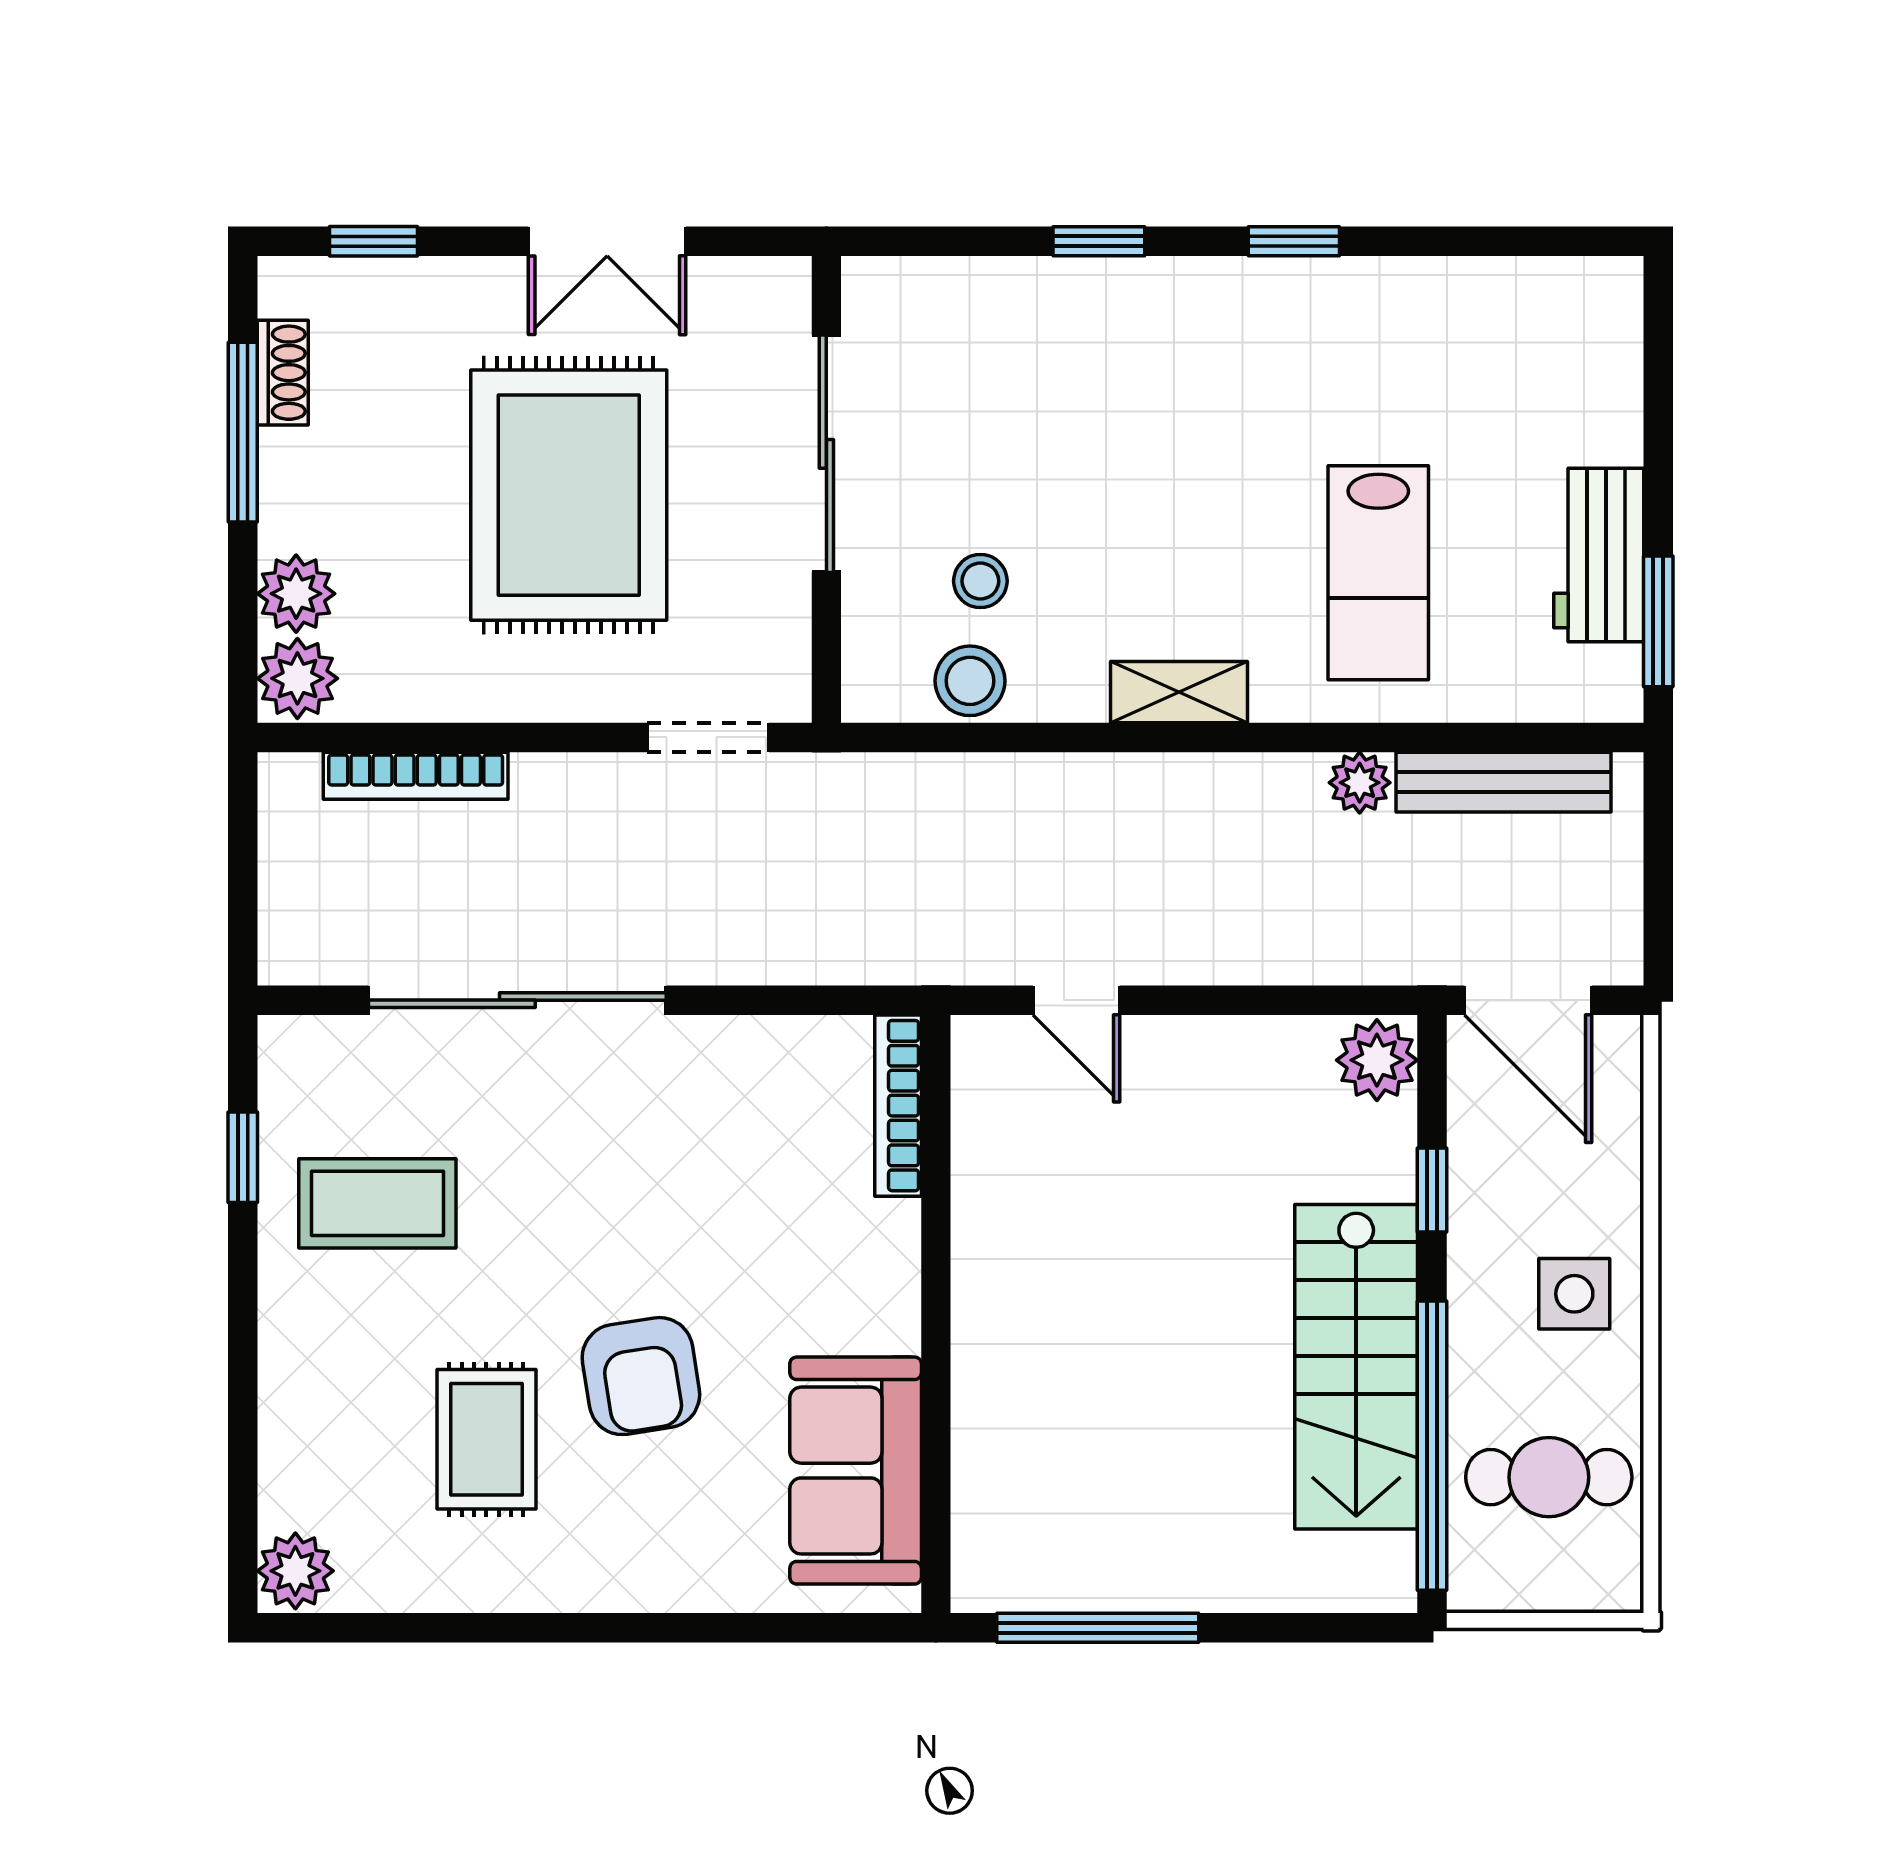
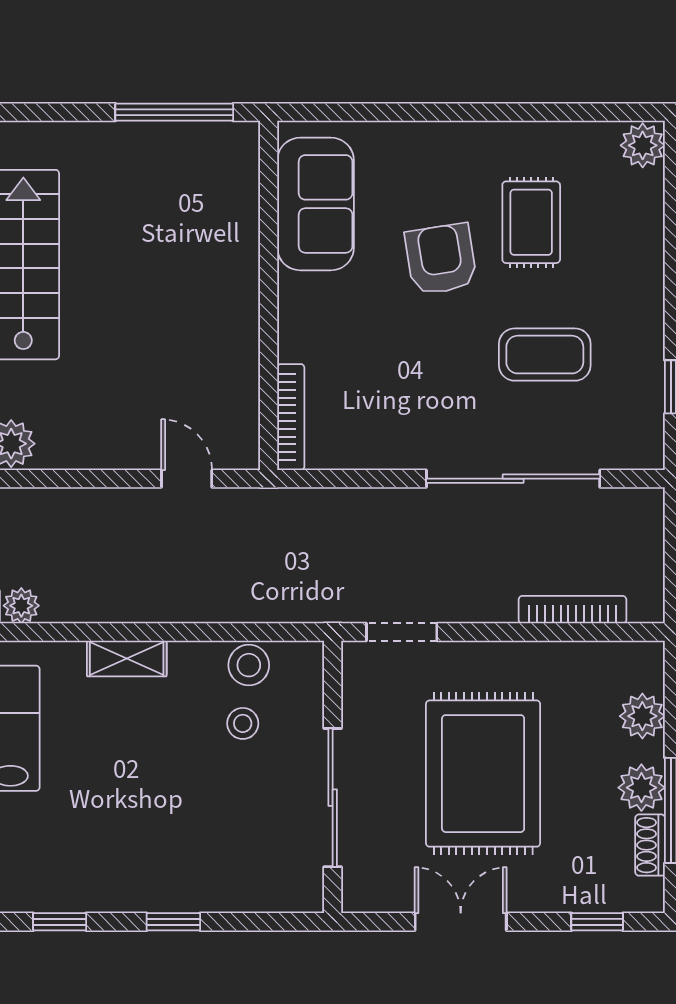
plant: (297, 678) -> (641, 788), moved
coffee table: (377, 1203) -> (545, 355), moved

